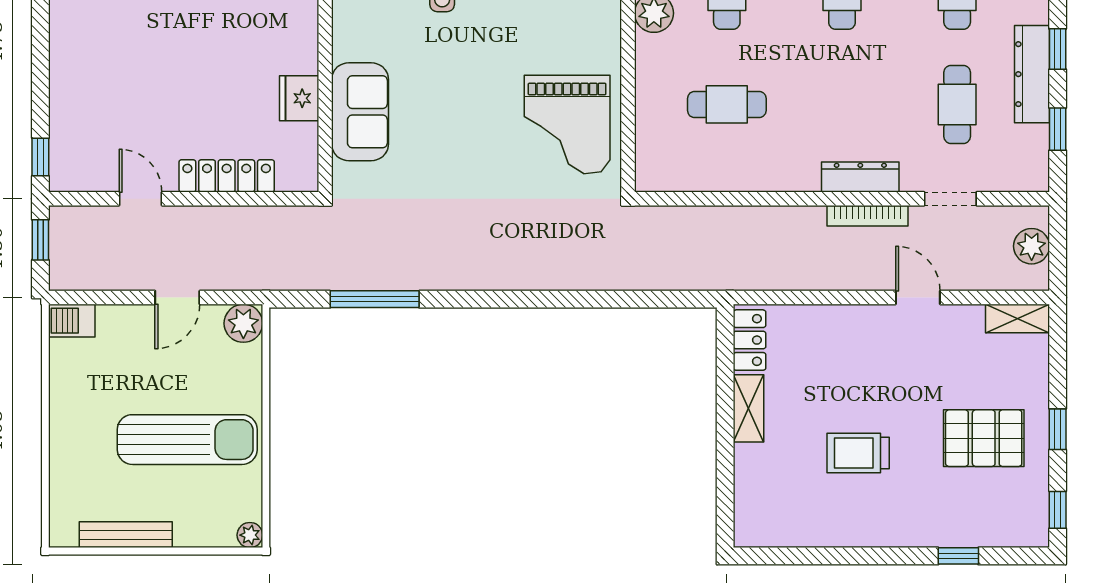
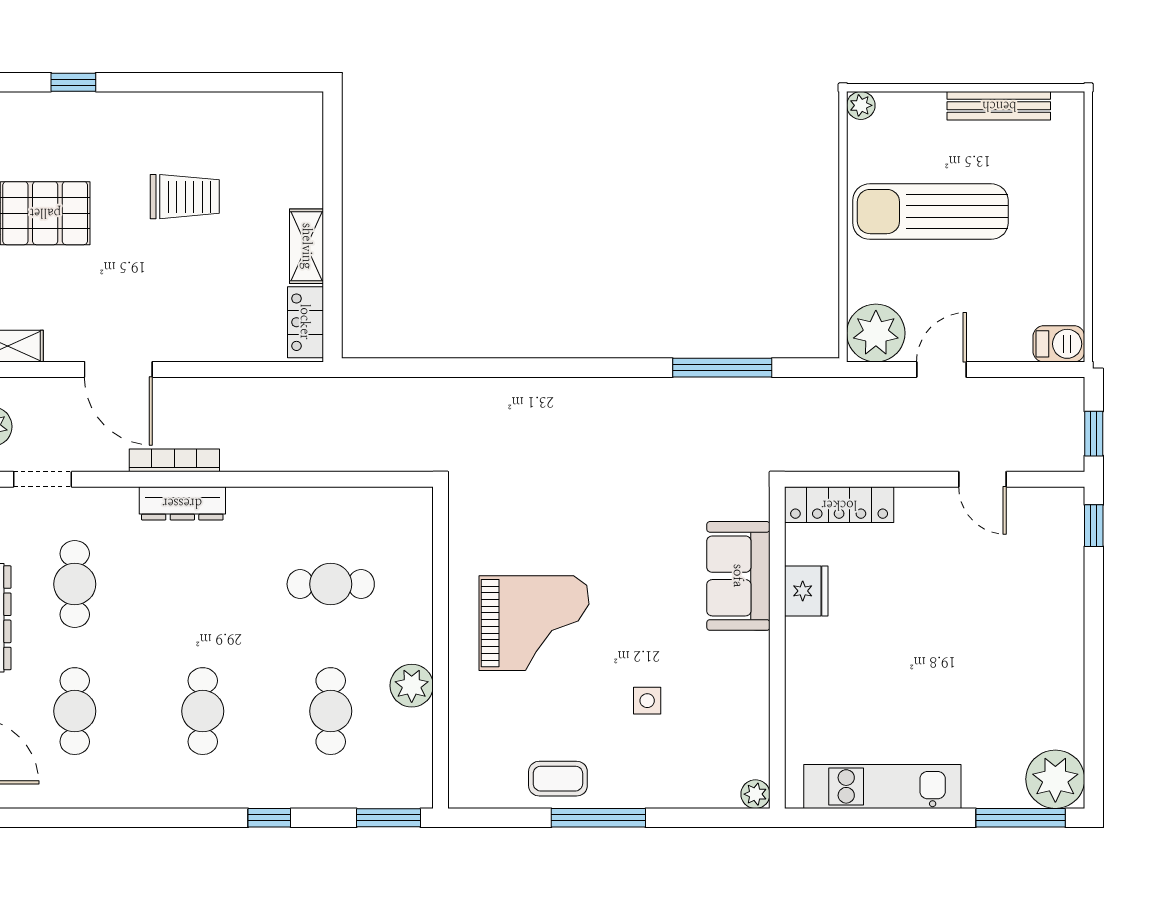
grand piano: (567, 125) -> (534, 623), moved, turned 90
locker: (227, 176) -> (839, 505), moved
doorway: (950, 199) -> (43, 479), moved
door: (918, 298) -> (118, 369), width x1.38
plant: (243, 323) -> (876, 333), width x1.36, depth x1.36

